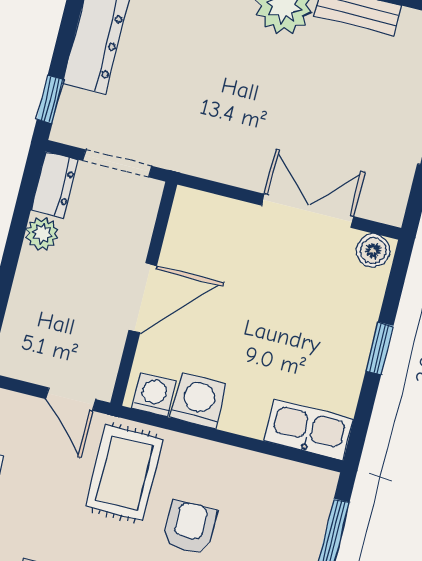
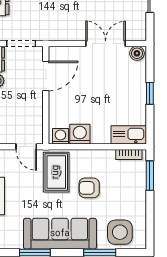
door: (143, 298) -> (46, 76), moved
bookcase: (298, 474) -> (129, 155), added
armchair: (189, 527) -> (89, 188), turned -90

